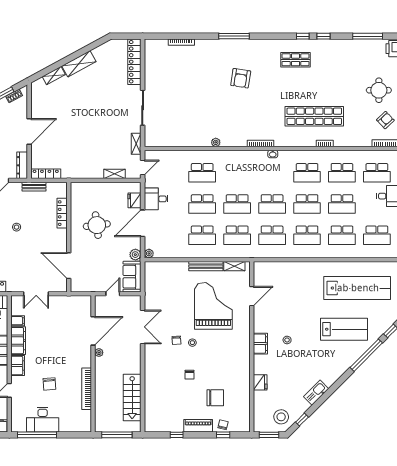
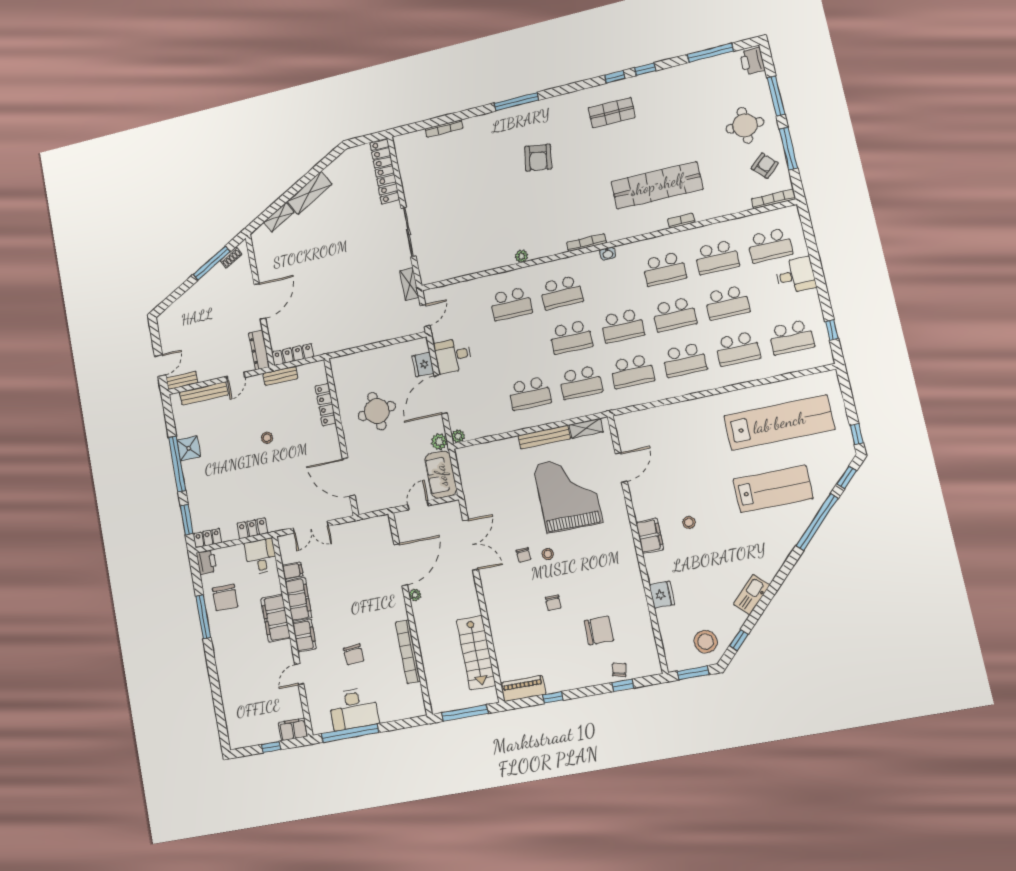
shelving: (115, 174) -> (388, 333), removed
school desk: (202, 204) -> (561, 292), moved
piano: (198, 426) -> (523, 688), moved

